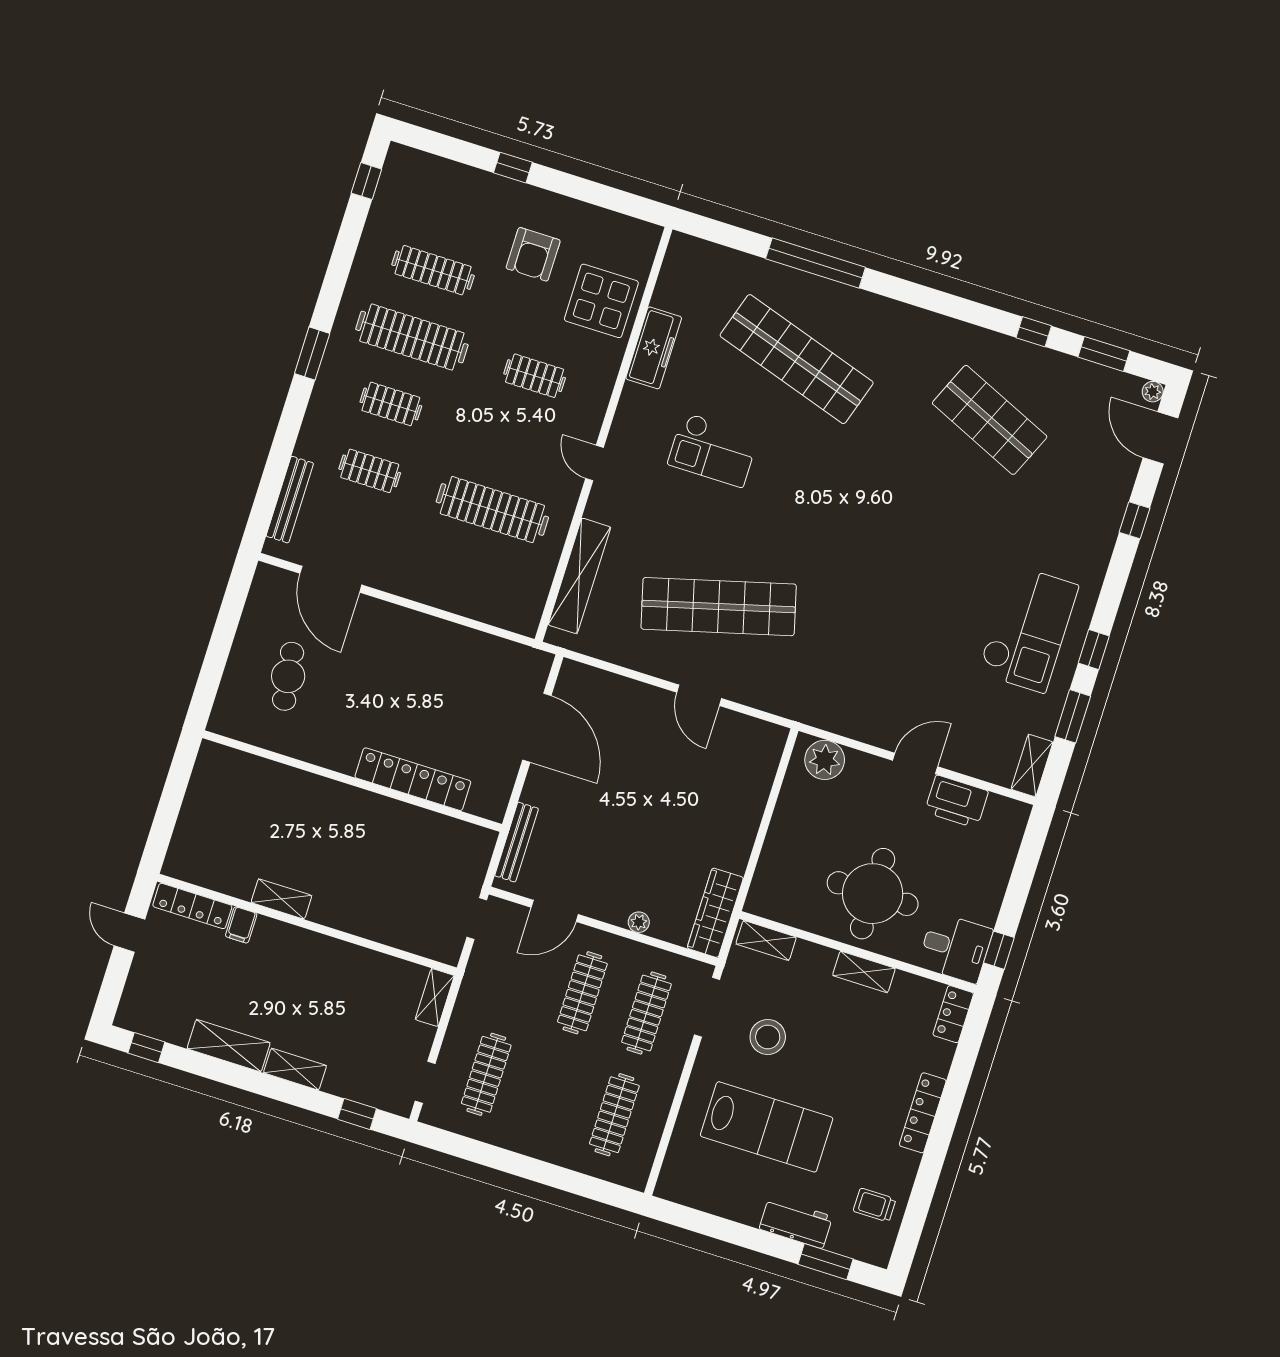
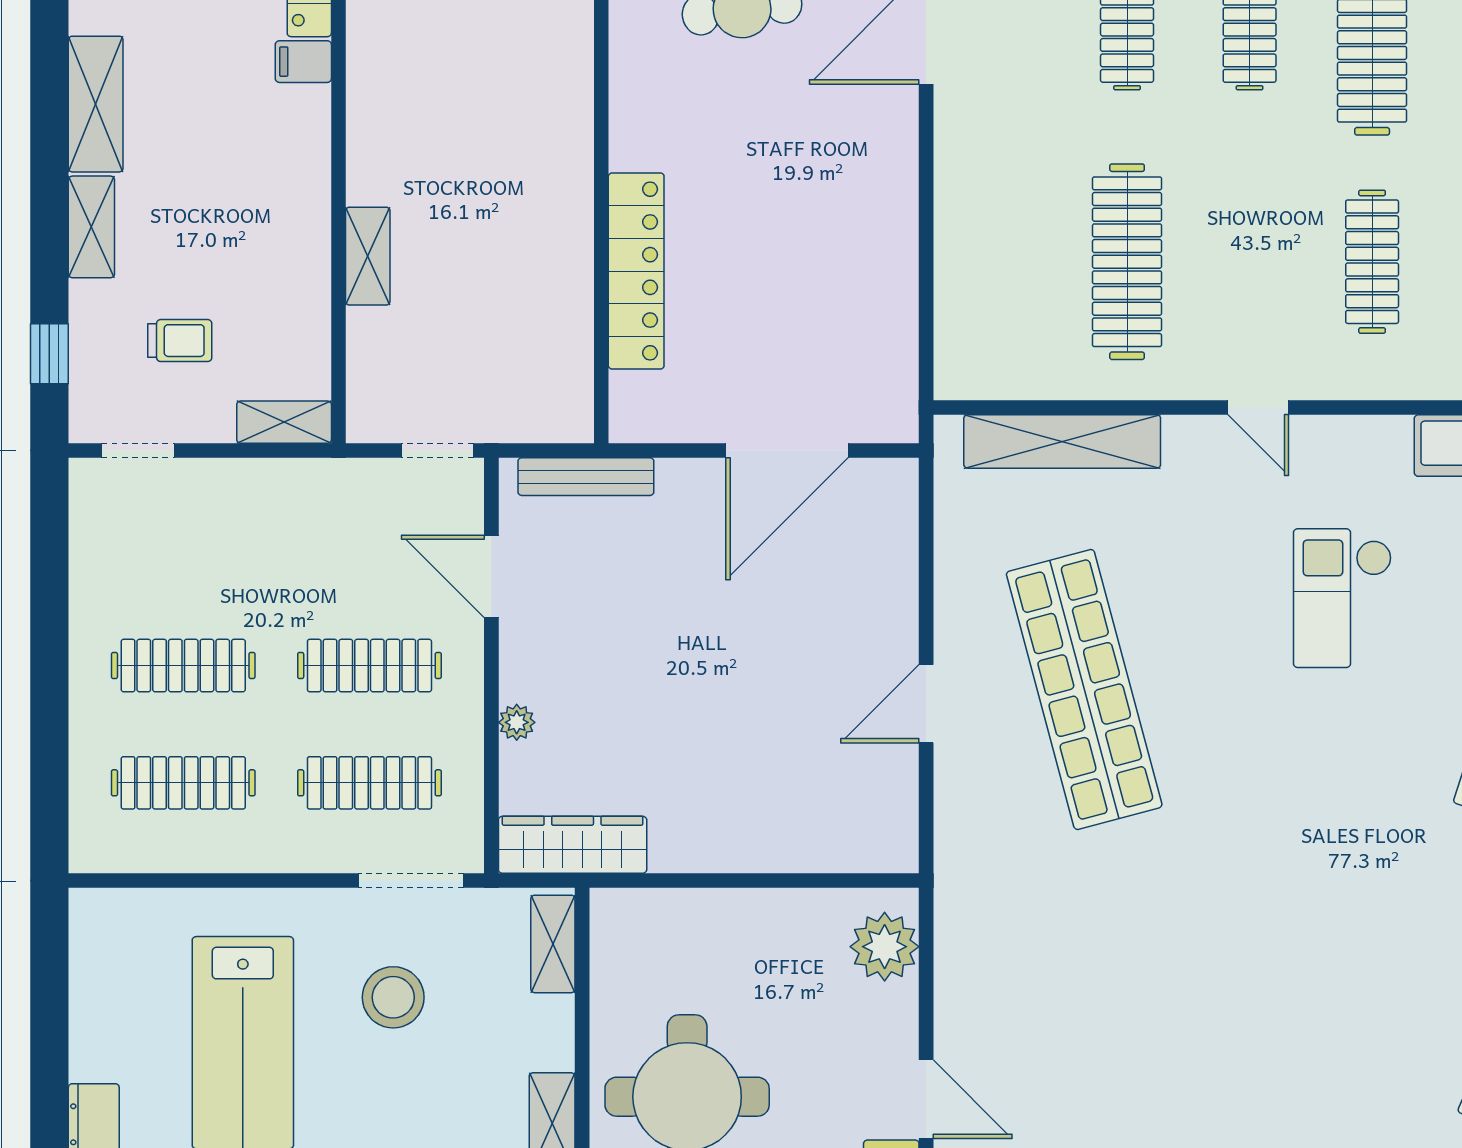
clothes rail: (535, 376) -> (1372, 262), width x1.36
door: (595, 463) -> (1258, 408), swing flipped
shelving: (281, 899) -> (368, 256), moved
trolley: (372, 1040) -> (180, 341), added
clothes rail: (486, 1074) -> (183, 666), moved

